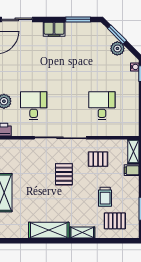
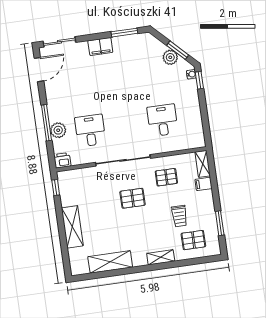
window: (117, 34) -> (178, 50), moved
pallet: (64, 174) -> (133, 198), turned 90
shelving: (49, 230) -> (110, 262), moved

